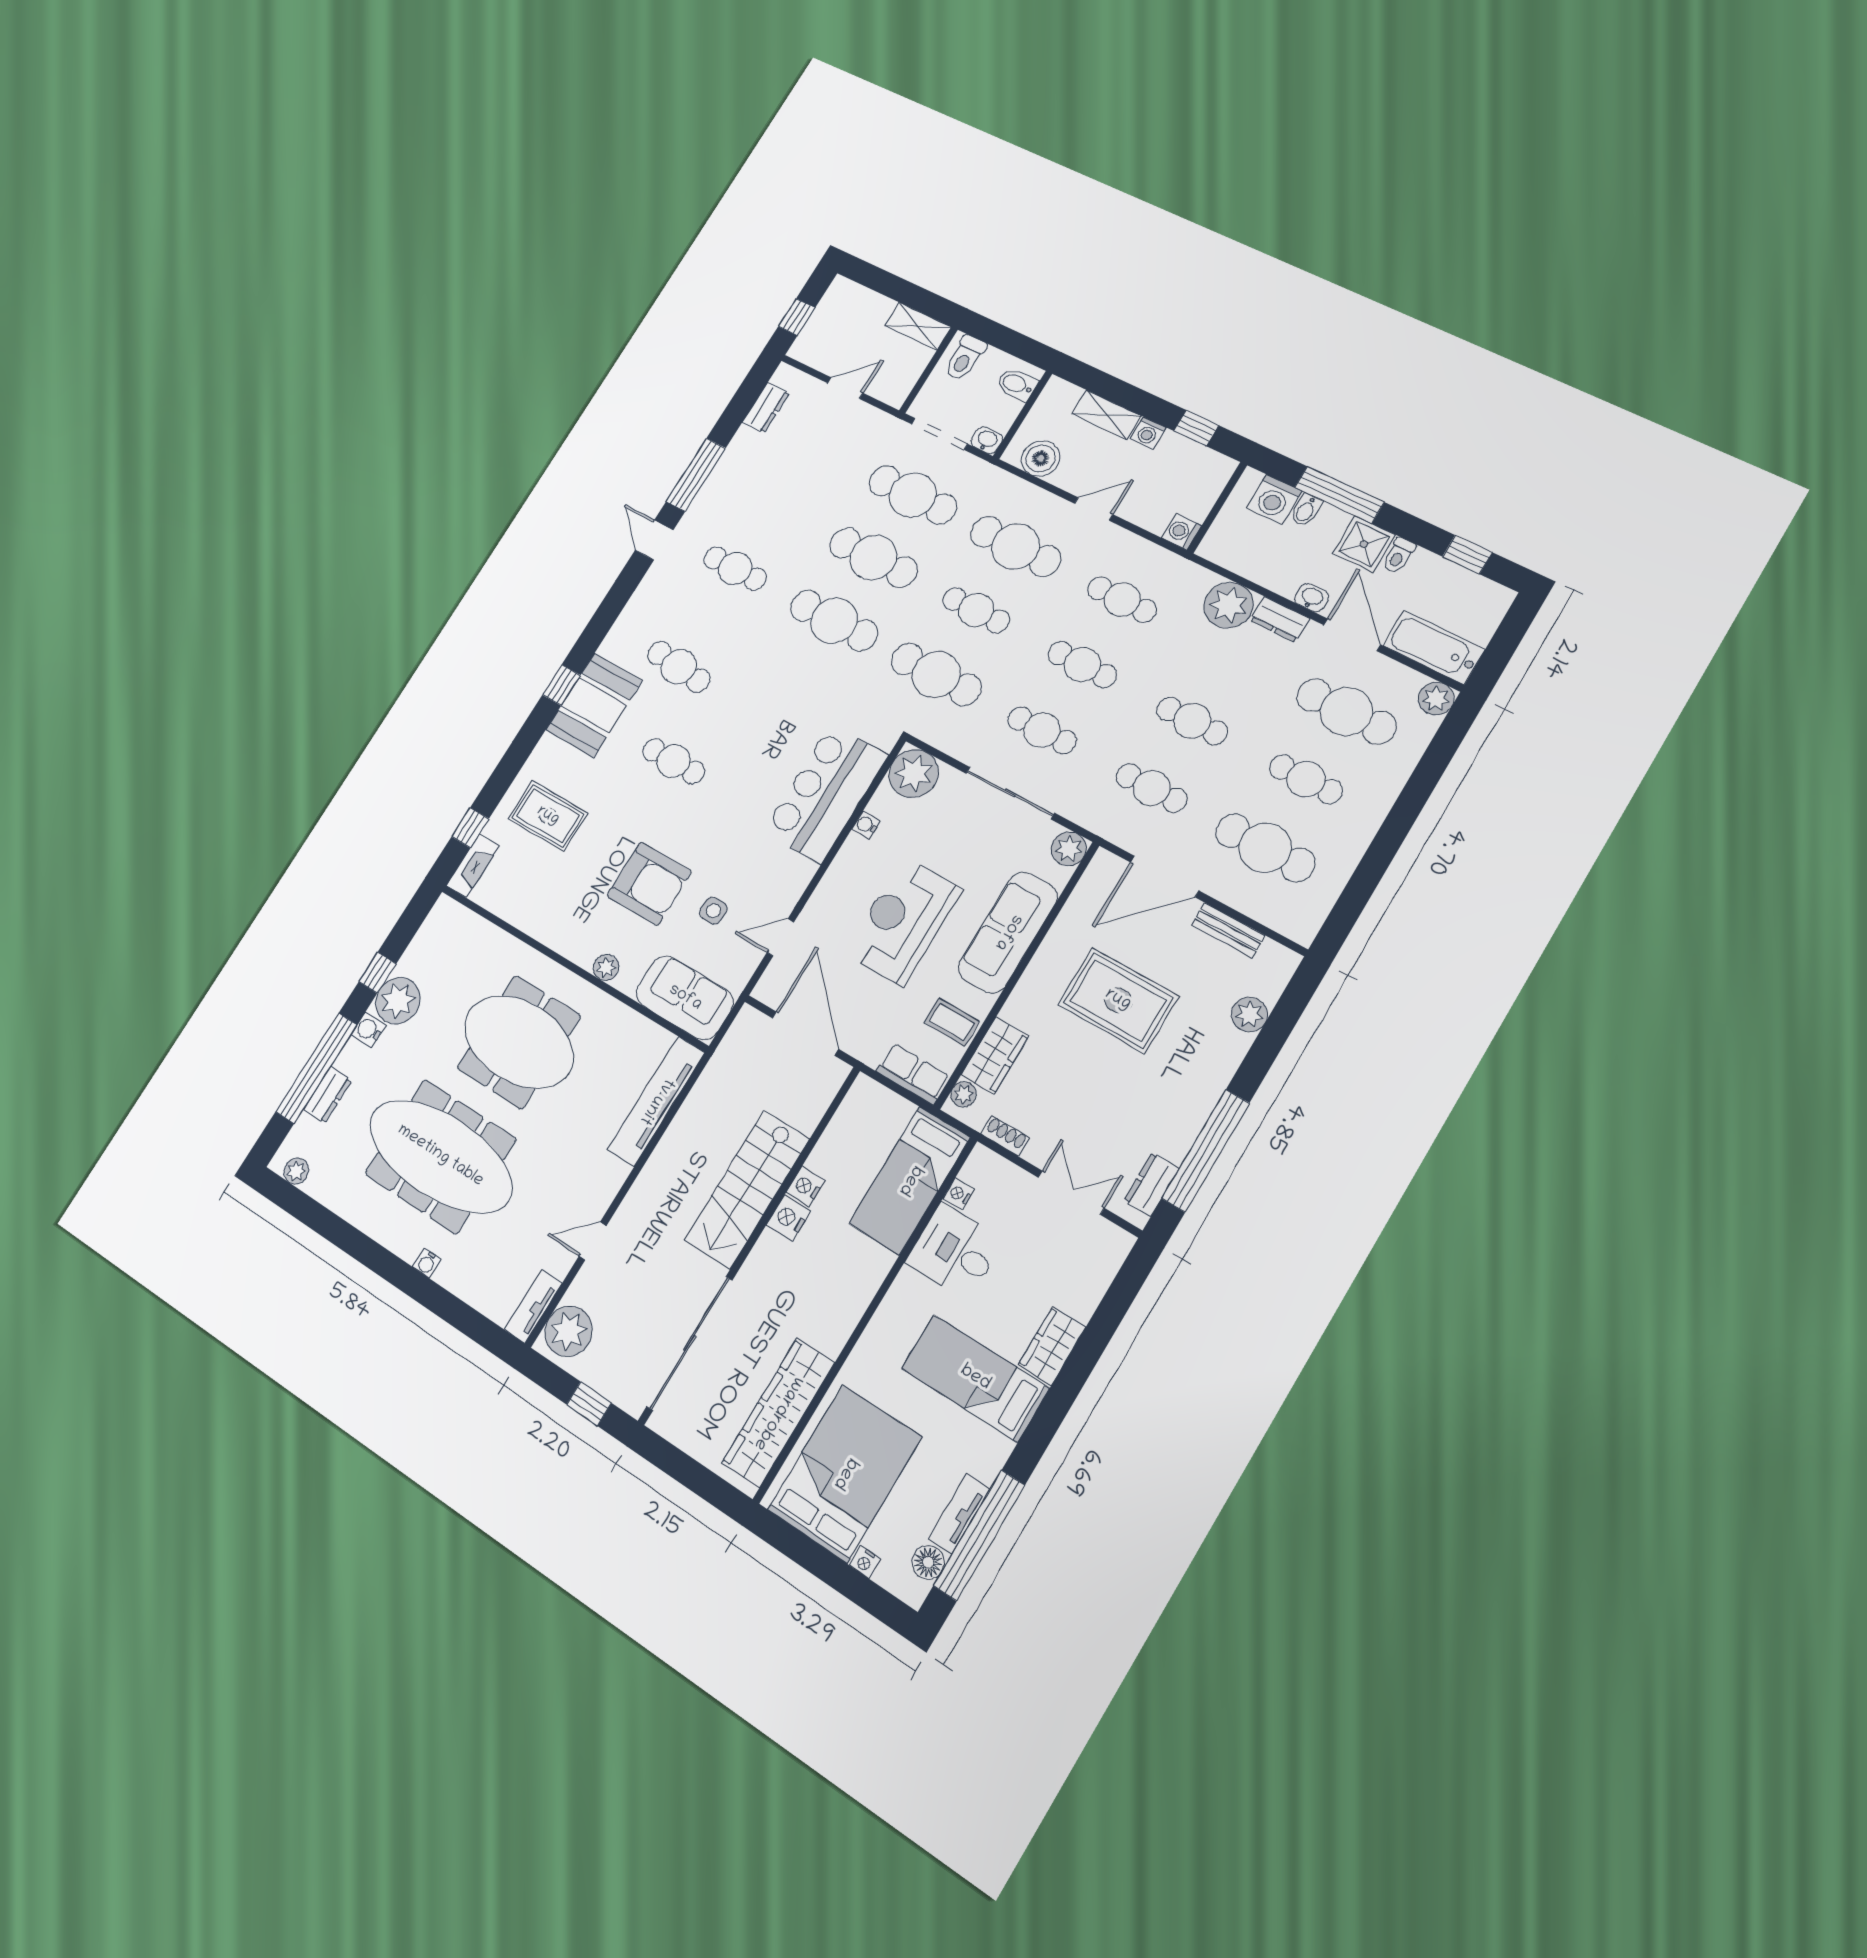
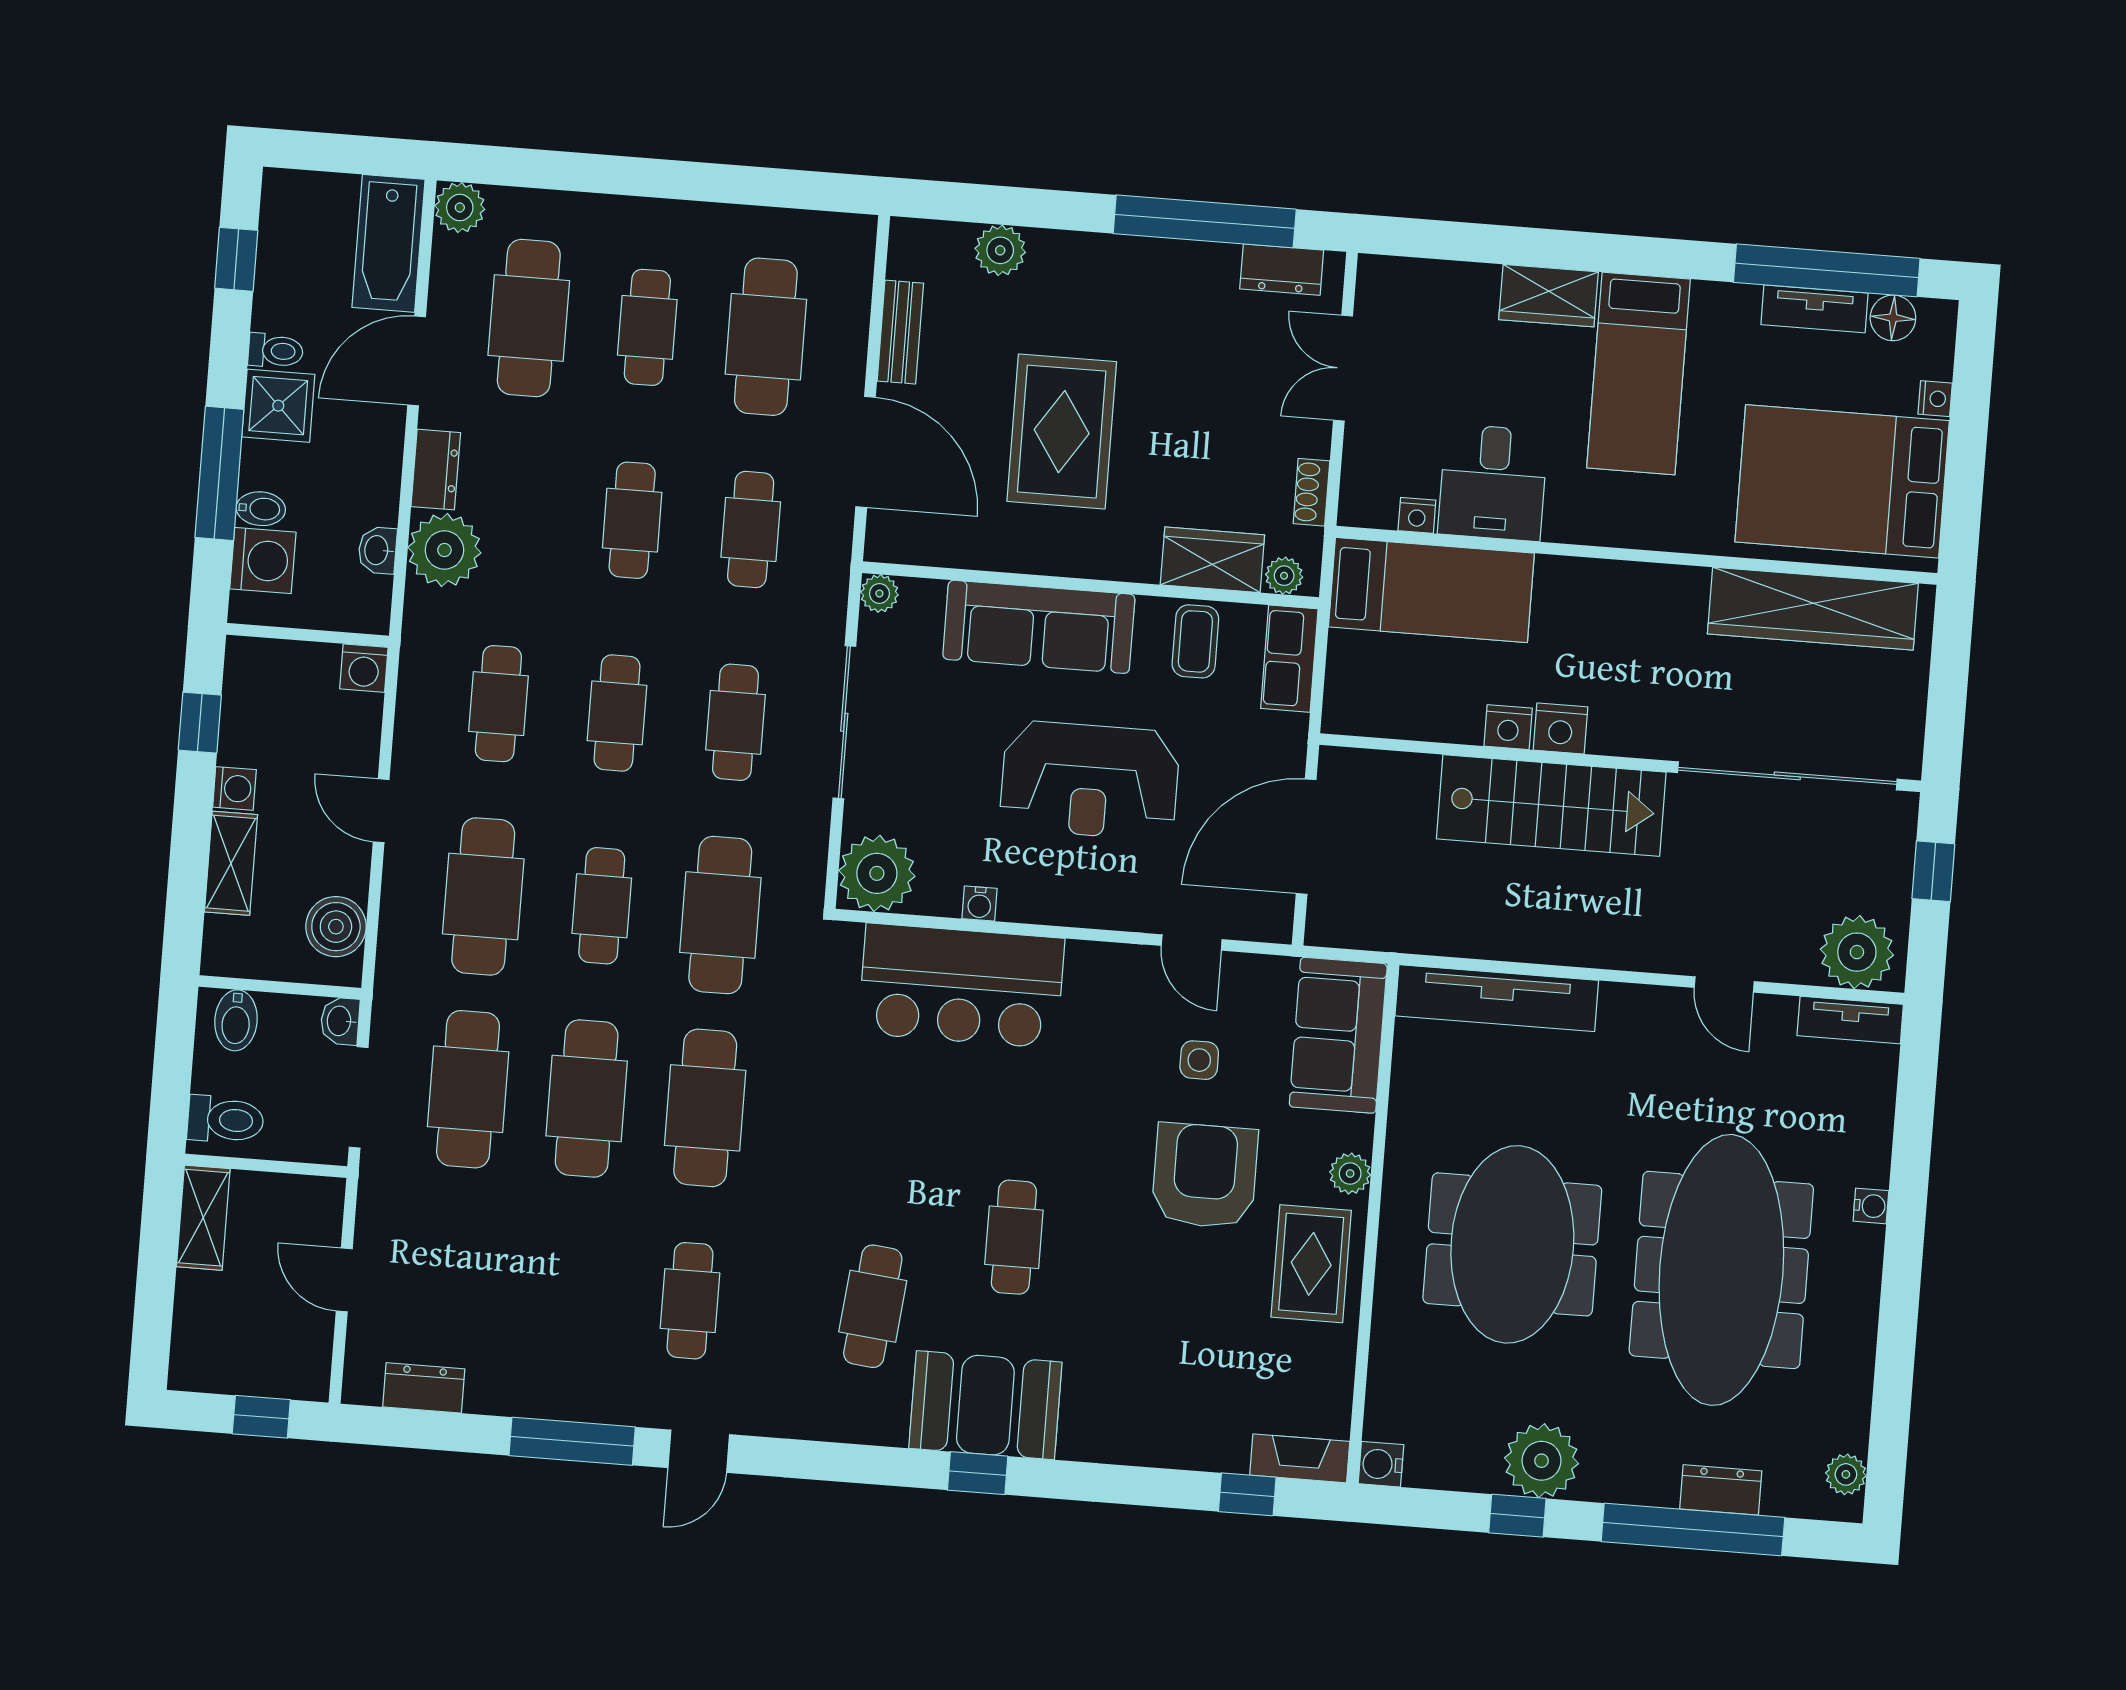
washbasin: (1312, 598) -> (377, 550), moved
rug: (548, 816) -> (1311, 1264), moved
plant: (1069, 849) -> (879, 593), width x0.73, depth x0.73
water cooler: (368, 1030) -> (1381, 1464), moved, turned 90

